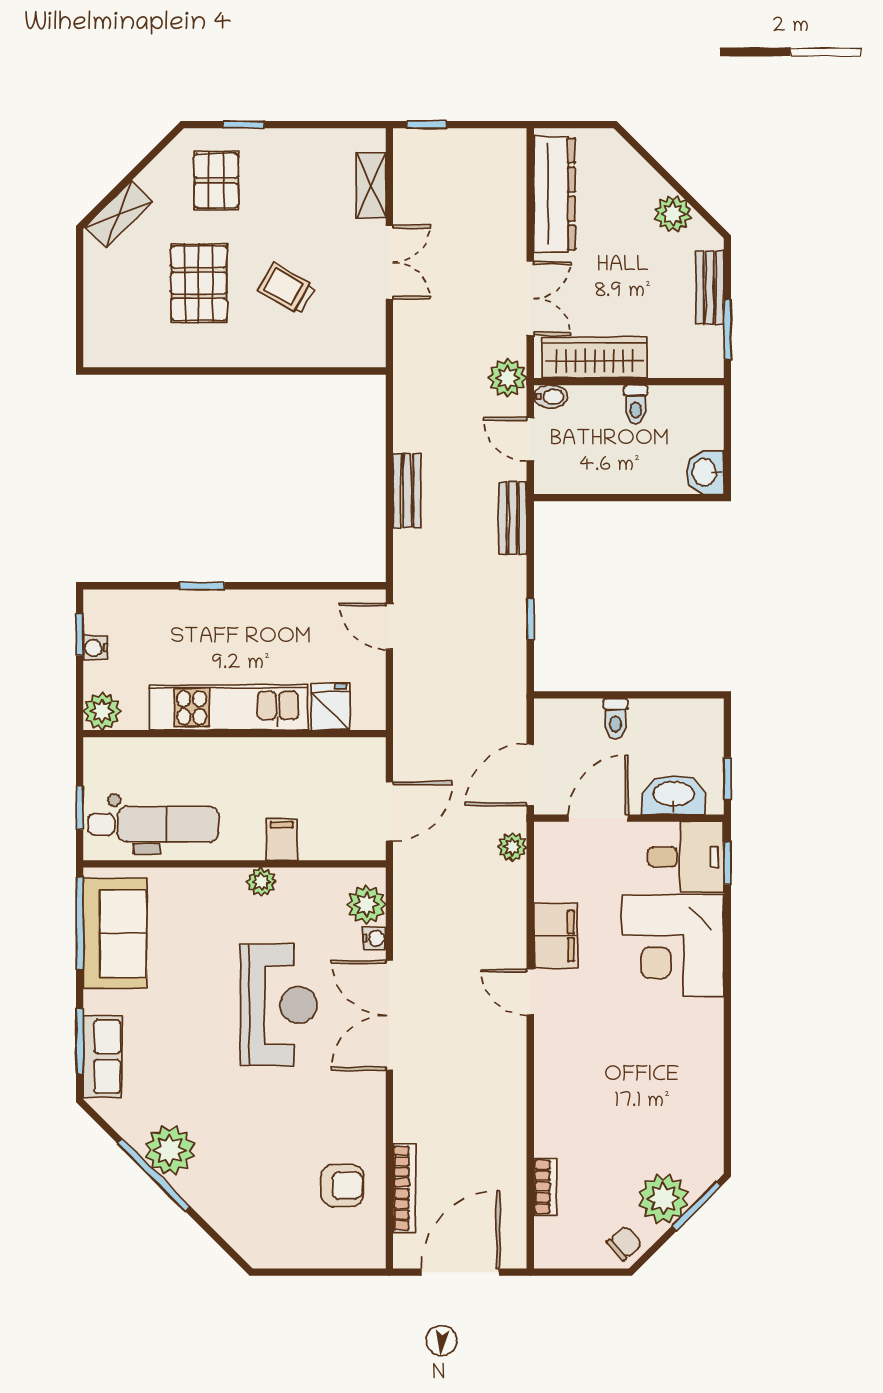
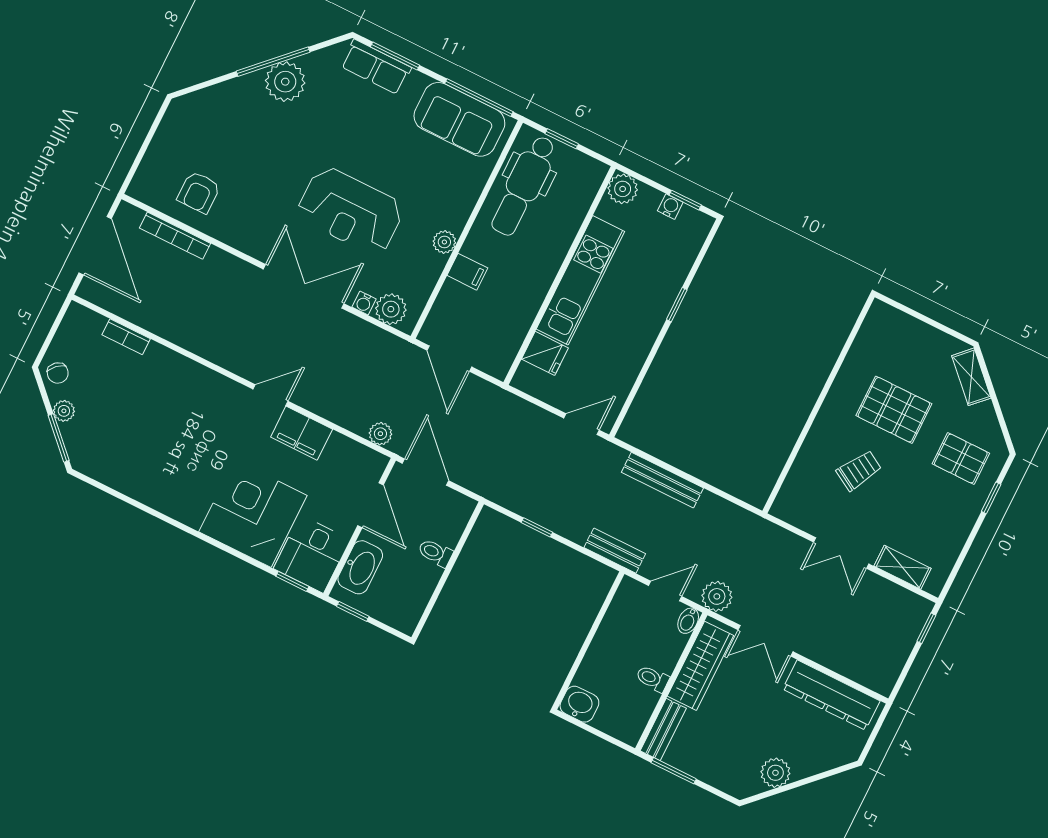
bench: (710, 287) -> (663, 730), moved, turned 90
bench: (407, 490) -> (662, 480), width x1.36
plant: (663, 1199) -> (64, 411), width x0.53, depth x0.53

